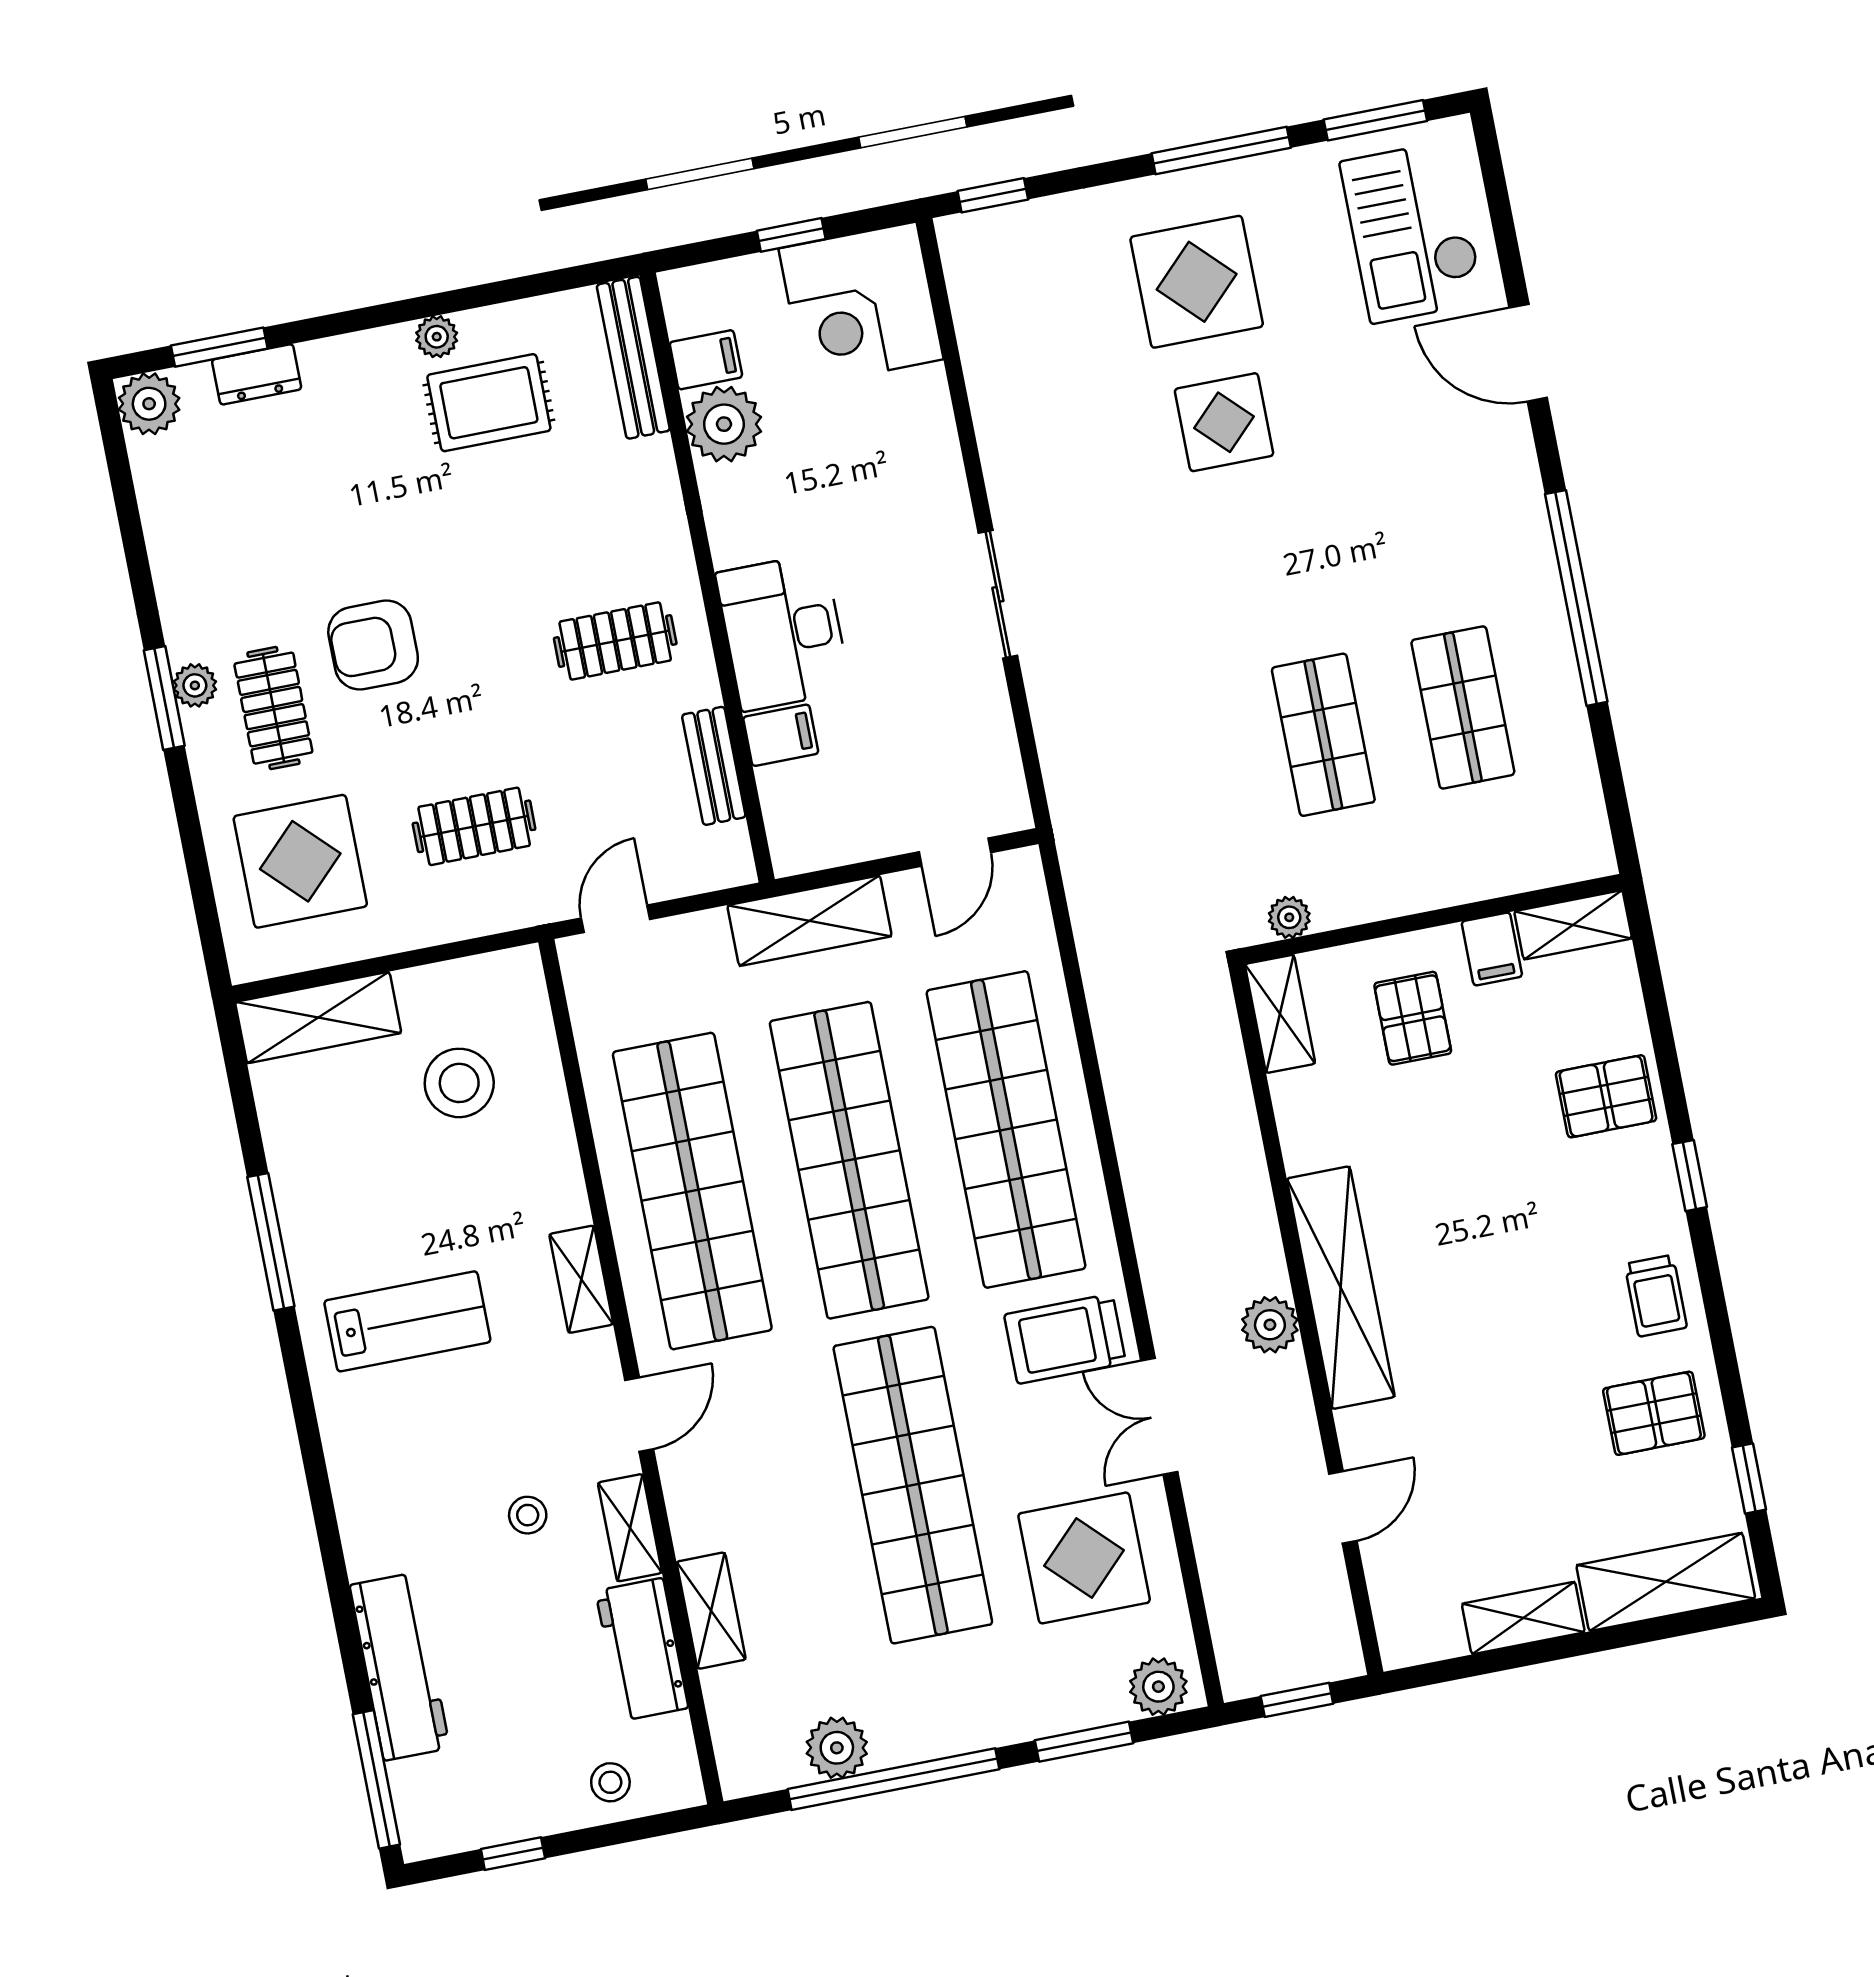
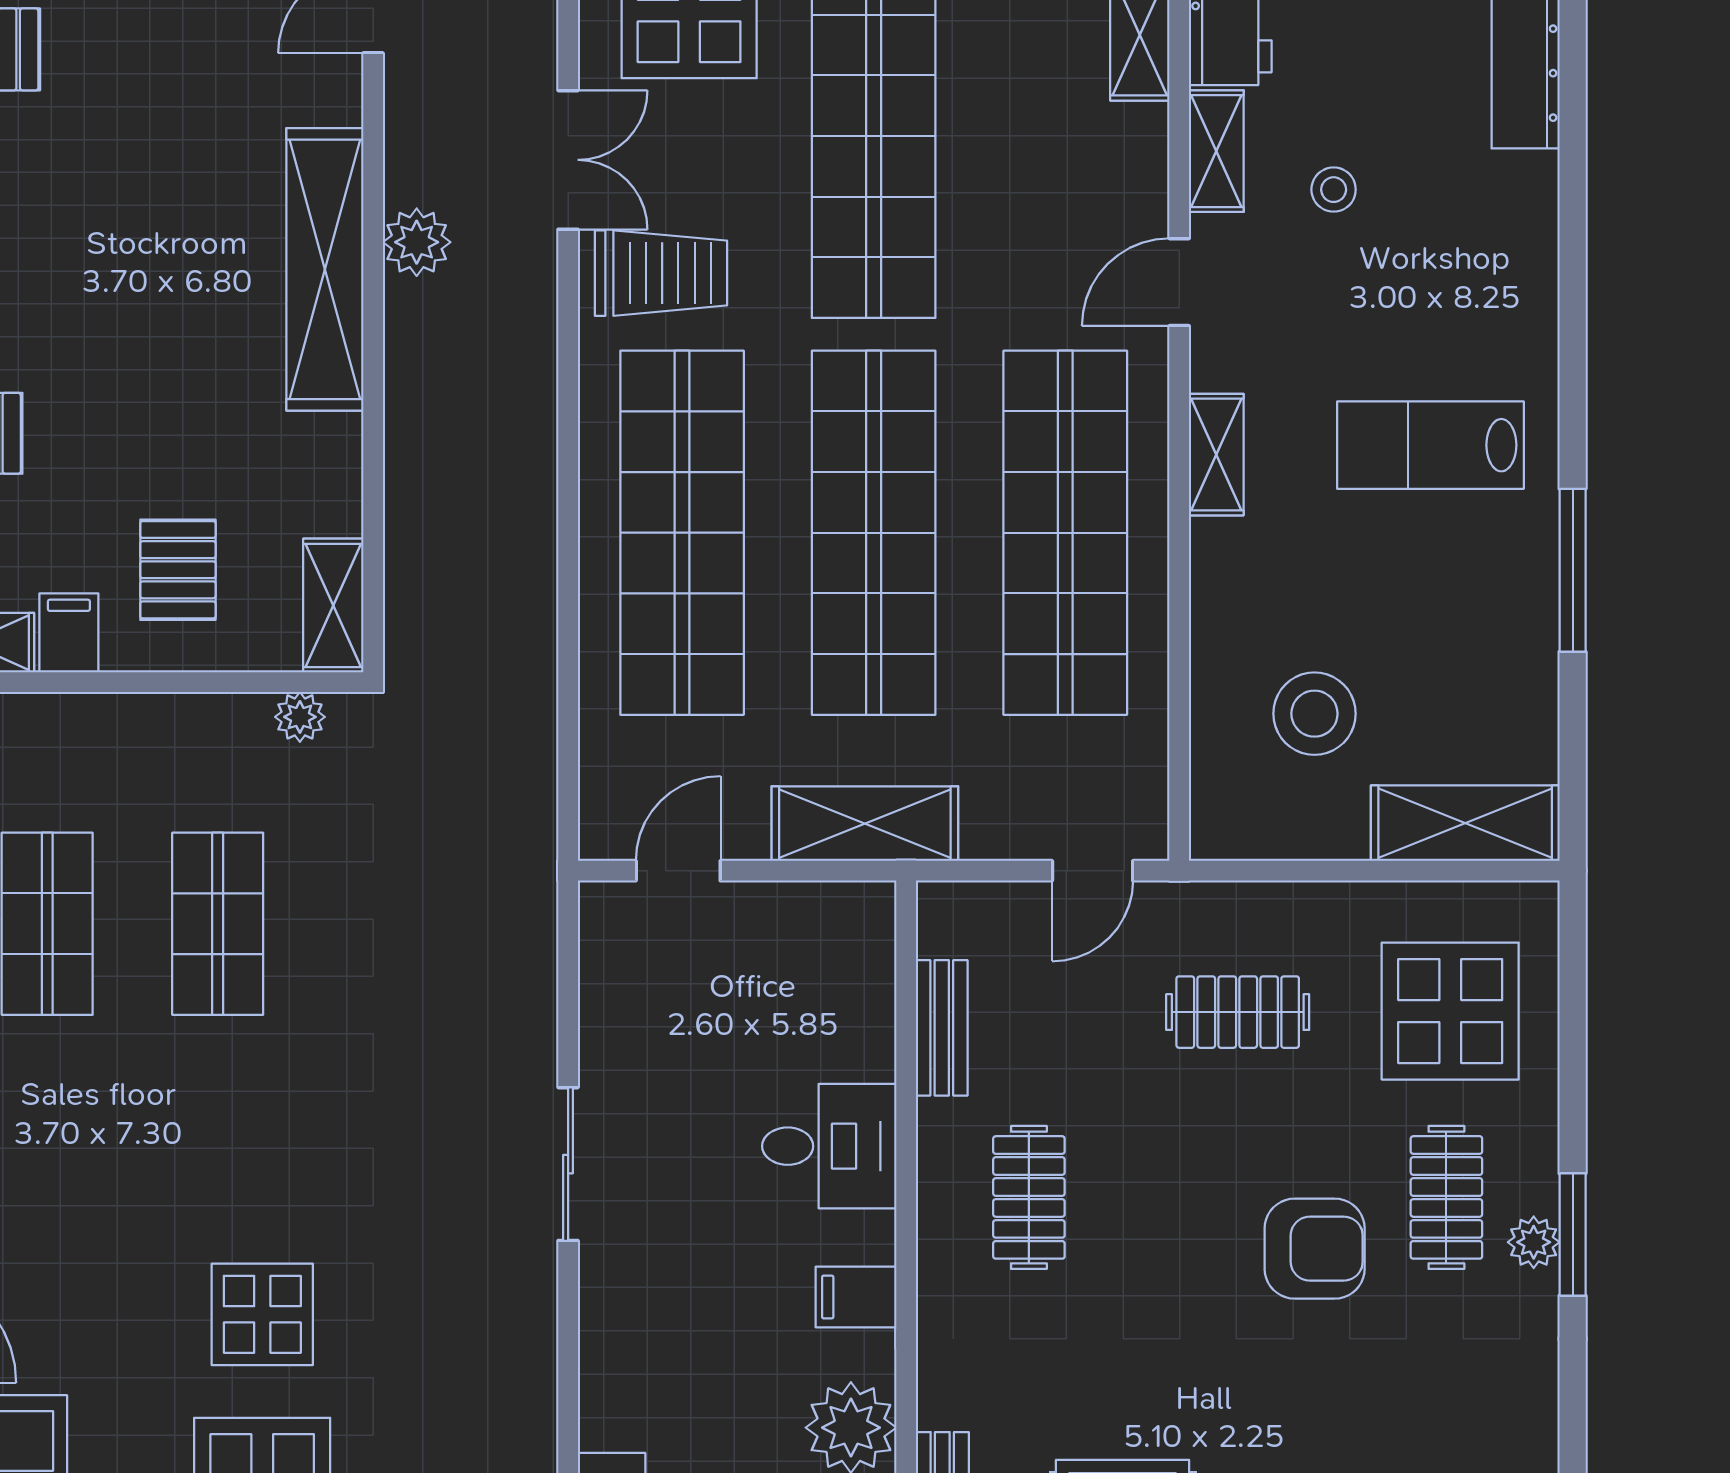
desk: (783, 632) -> (829, 1146), width x0.73
clothes rail: (615, 641) -> (1029, 1197), turned 90
filing cabinet: (781, 735) -> (856, 1297), moved

